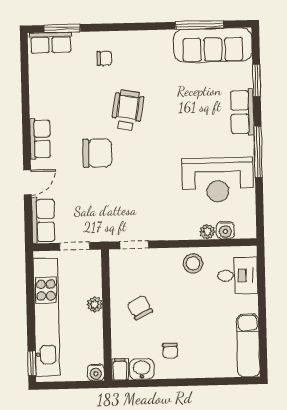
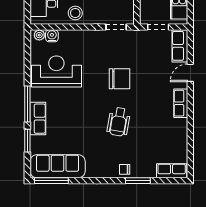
window: (200, 25) -> (51, 181), moved
window: (62, 28) -> (138, 181), moved
chair: (104, 58) -> (125, 169), moved
window: (258, 152) -> (27, 104), moved
chair: (97, 153) -> (119, 79), moved, turned 180
plant: (207, 232) -> (39, 35), moved

